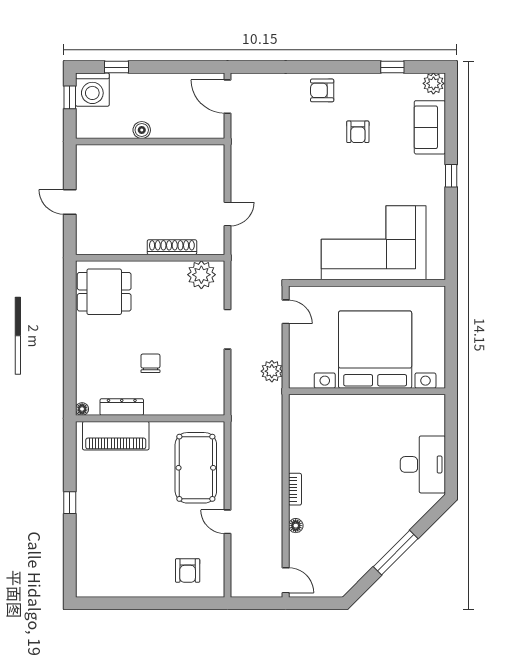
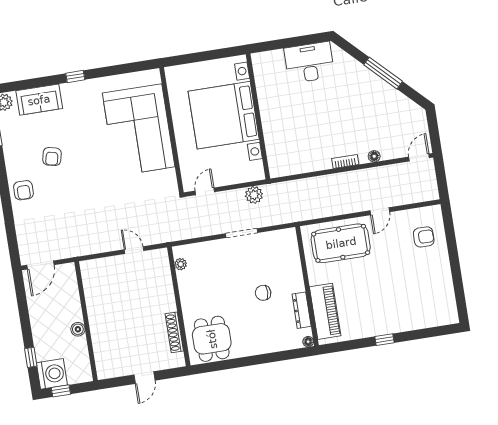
armchair: (358, 132) -> (52, 157), turned 103
shoe rack: (172, 247) -> (174, 332), moved
plant: (201, 275) -> (181, 264), width x0.53, depth x0.53
doorway: (228, 329) -> (242, 233), moved

